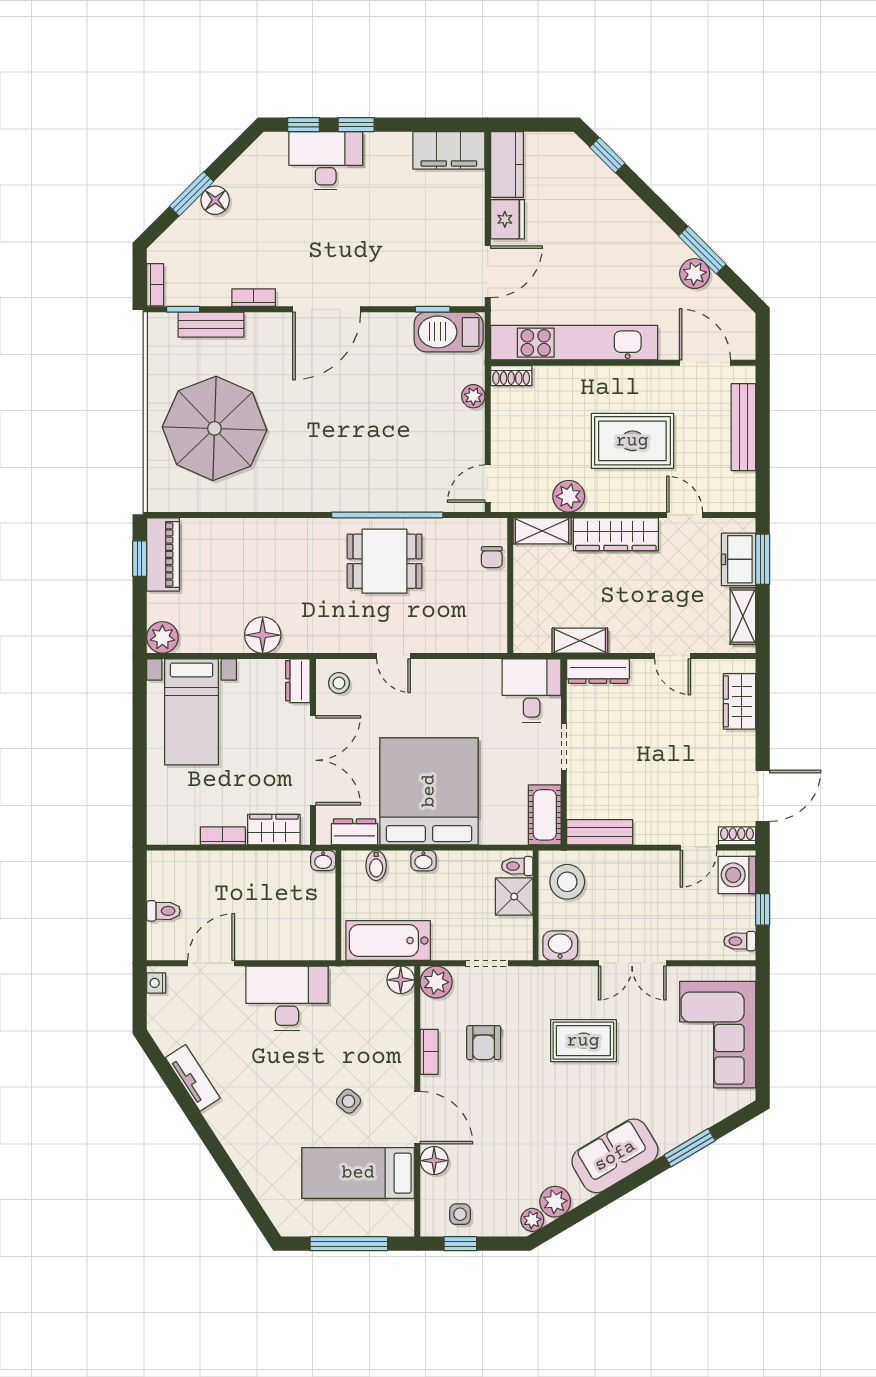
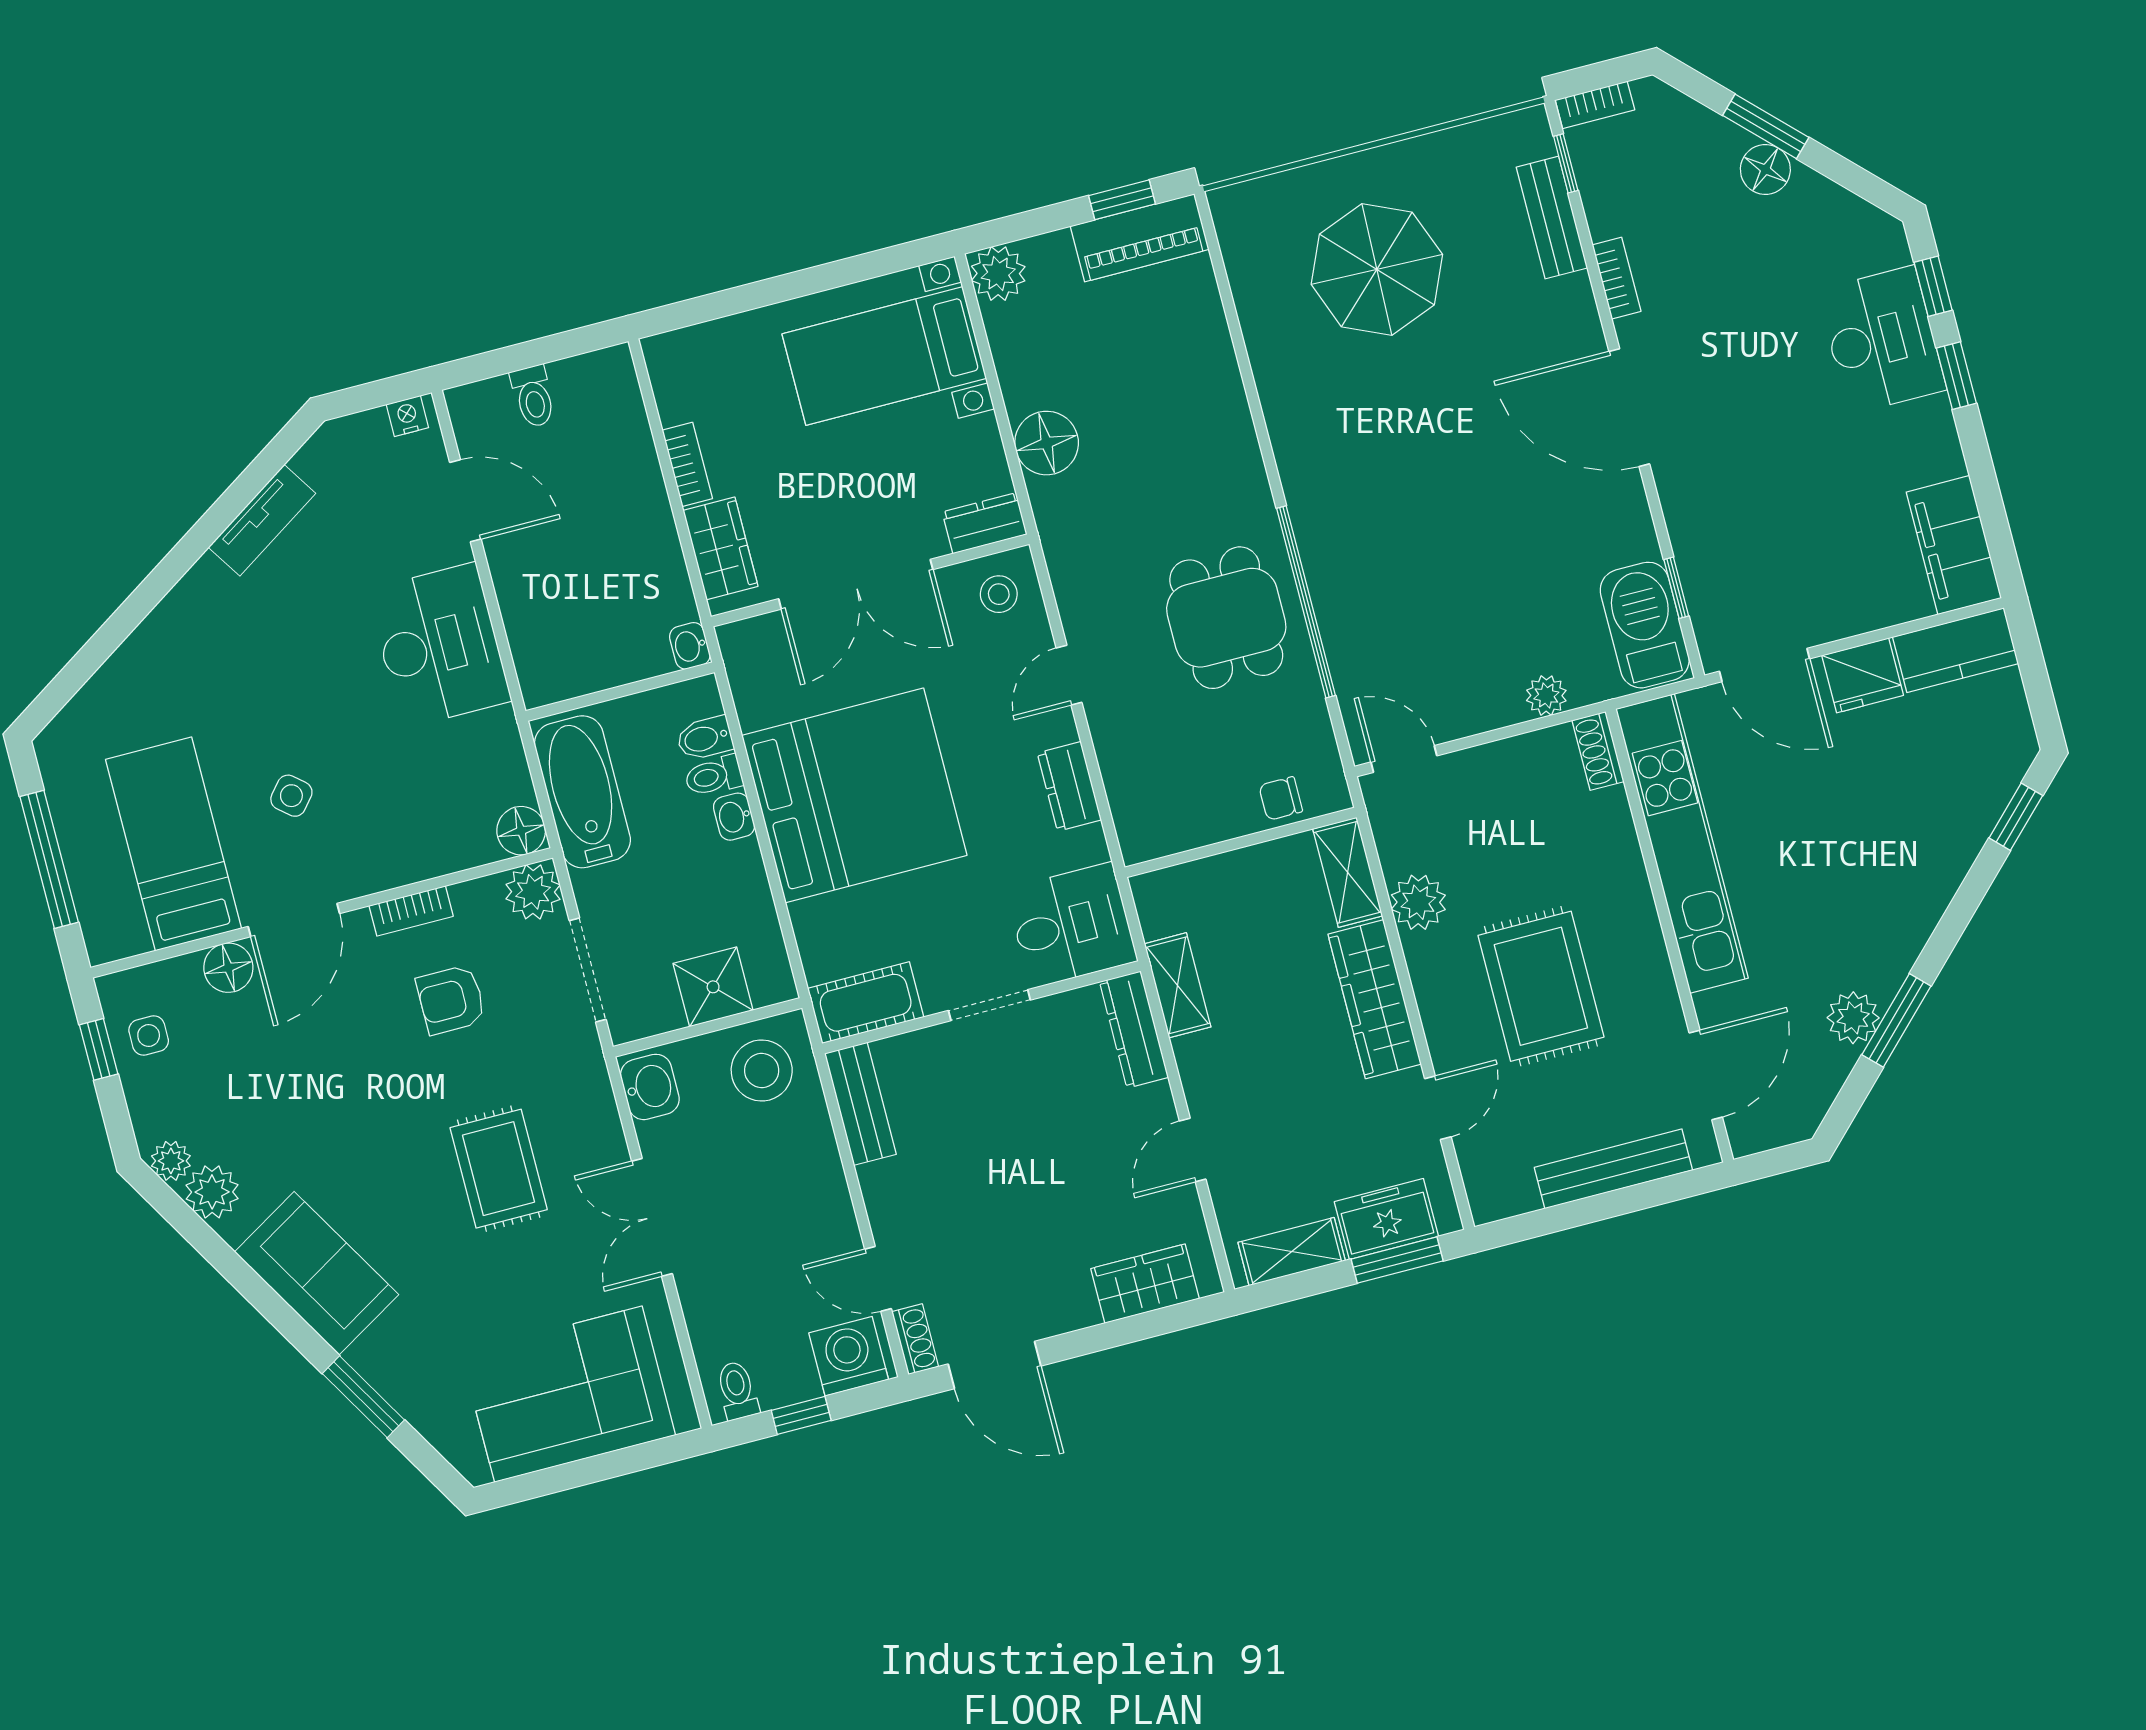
parasol: (214, 428) -> (1377, 269), width x0.73, depth x0.73
dresser: (355, 832) -> (1069, 786), moved, turned 180
toilet: (517, 866) -> (714, 776), moved, turned -90
doorway: (487, 963) -> (588, 970), width x1.38

